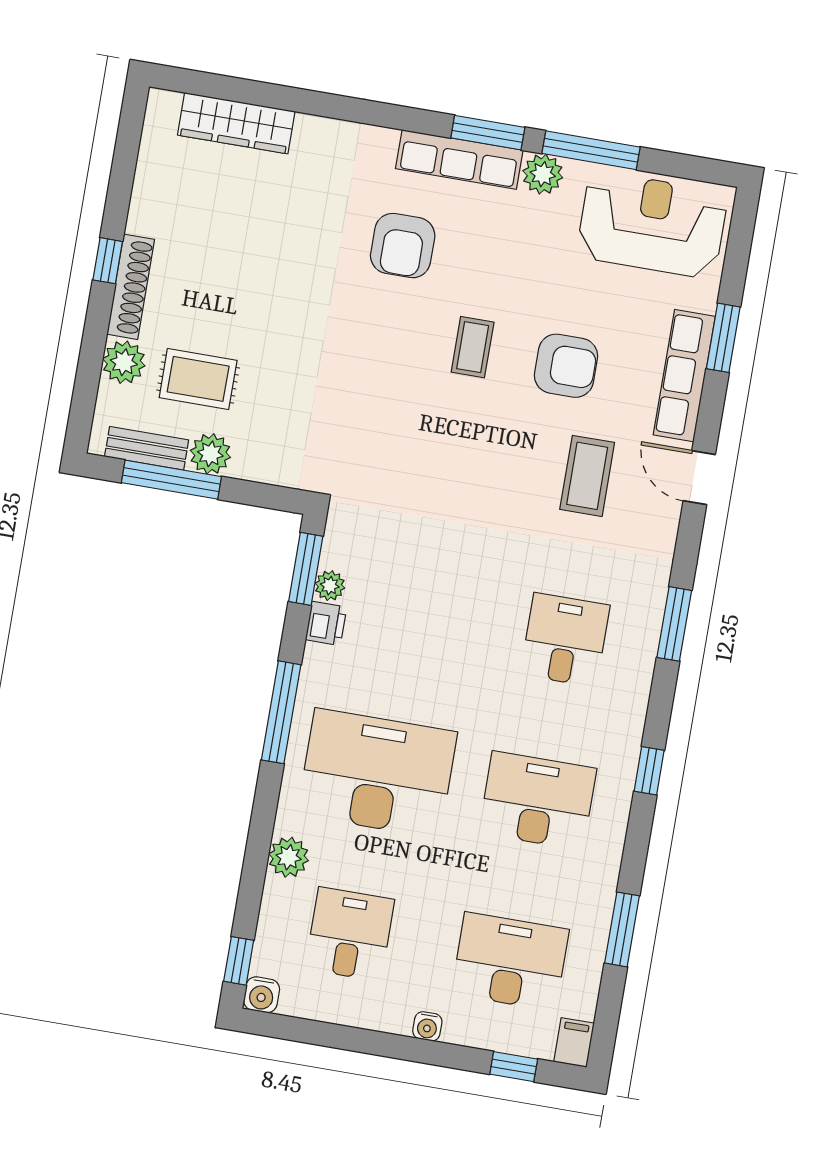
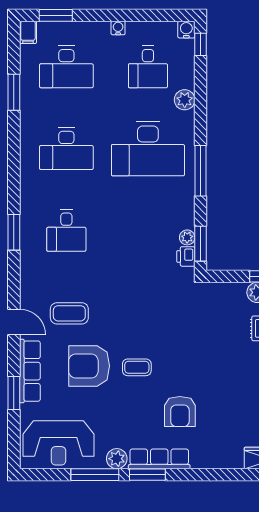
armchair: (403, 246) -> (180, 412), turned 180
coffee table: (473, 347) -> (137, 367), turned 90
armchair: (566, 366) -> (89, 366), width x1.36, depth x1.36
coffee table: (587, 476) -> (69, 313), turned 90
printer: (326, 623) -> (186, 256), moved
window: (674, 624) -> (14, 232), moved
window: (649, 771) -> (14, 173), removed
water cooler: (427, 1026) -> (118, 28), moved
window: (514, 1067) -> (56, 15), width x1.50

